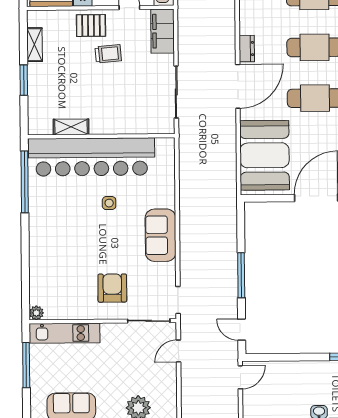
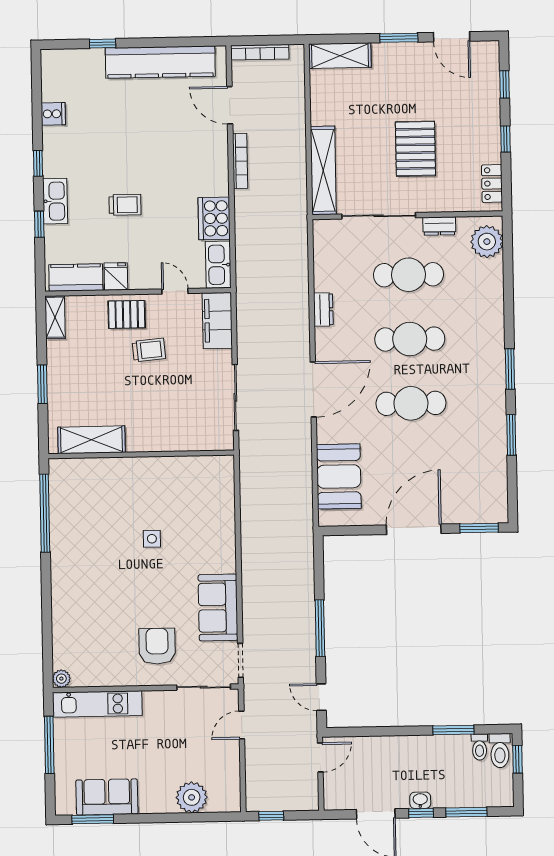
shelving: (34, 45) -> (55, 317), moved
dresser: (247, 49) -> (323, 309), moved
shelving: (71, 127) -> (91, 440), width x1.50, depth x1.33
booth: (265, 155) -> (339, 476), width x0.73, depth x0.70
bar counter: (92, 157) -> (129, 481), removed
sofa: (161, 235) -> (218, 608), moved

